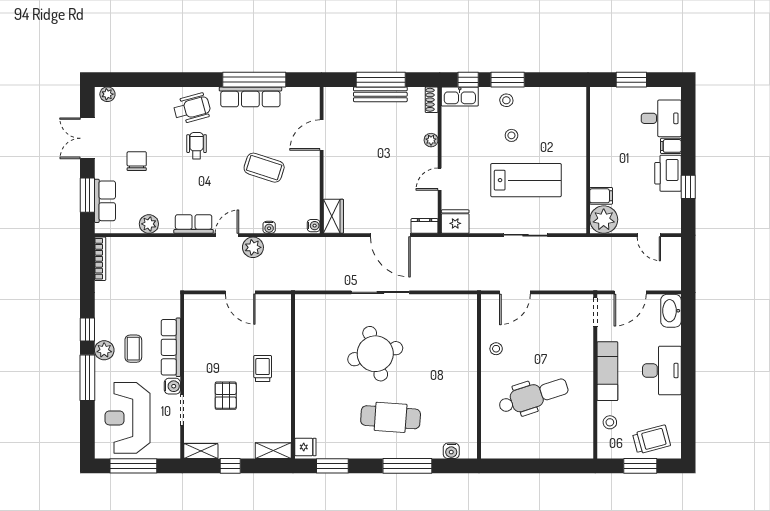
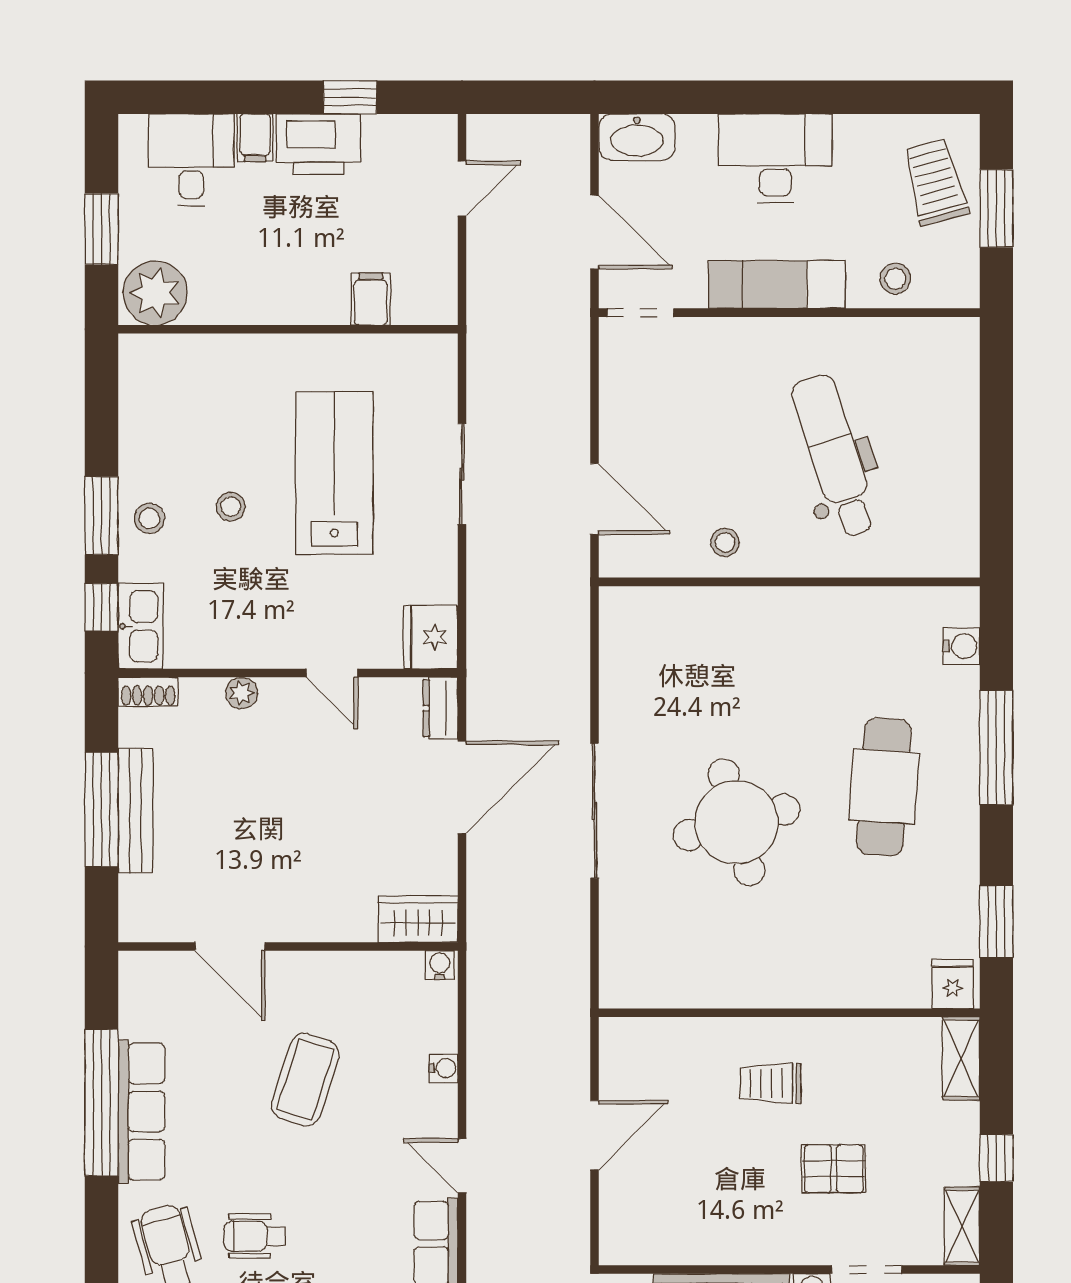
plant: (604, 220) -> (155, 293), moved
plant: (253, 247) -> (490, 1106), removed

